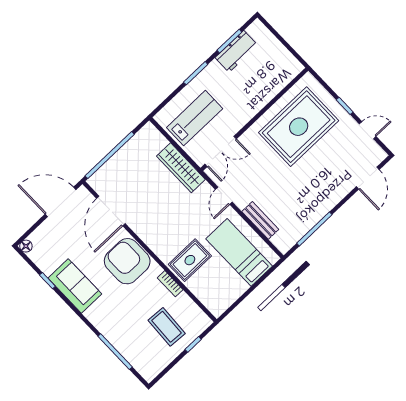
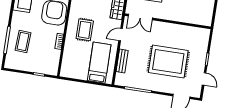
rug: (299, 127) -> (168, 61), moved
rug: (190, 260) -> (85, 30), moved, turned 90
coffee table: (167, 327) -> (23, 41), moved

